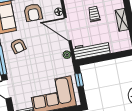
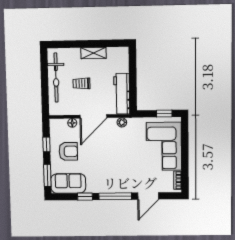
armchair: (18, 46) -> (102, 175), removed
window: (79, 80) -> (164, 114), moved

